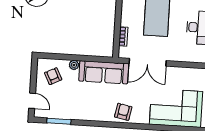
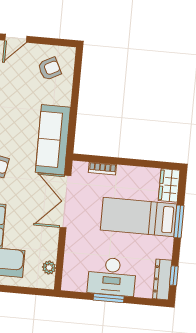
plant: (74, 65) -> (49, 268), moved

